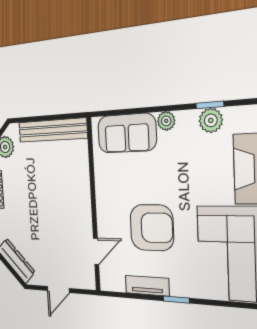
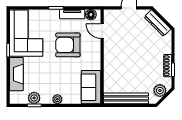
sofa: (127, 133) -> (91, 87), moved, turned -90
door: (96, 251) -> (102, 31), hinge flipped
floor lamp: (116, 282) -> (91, 15), added

